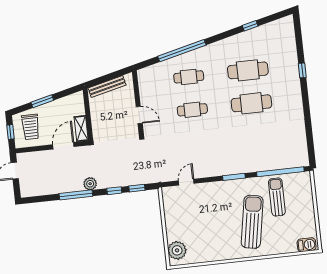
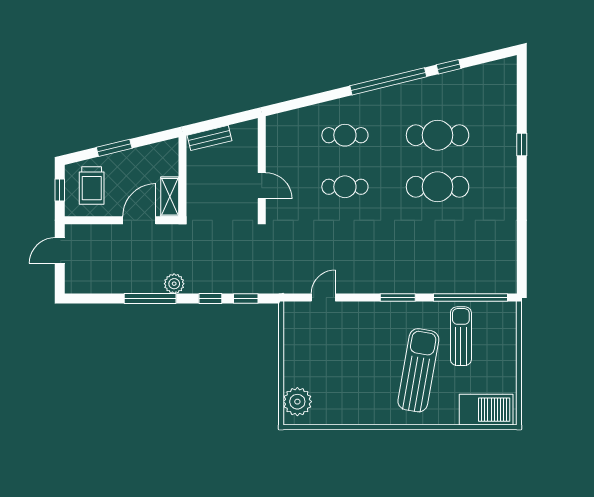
window: (182, 51) -> (388, 81), moved
bench: (107, 87) -> (210, 138), width x0.73
barbecue: (307, 245) -> (486, 410), width x1.88, depth x1.53

